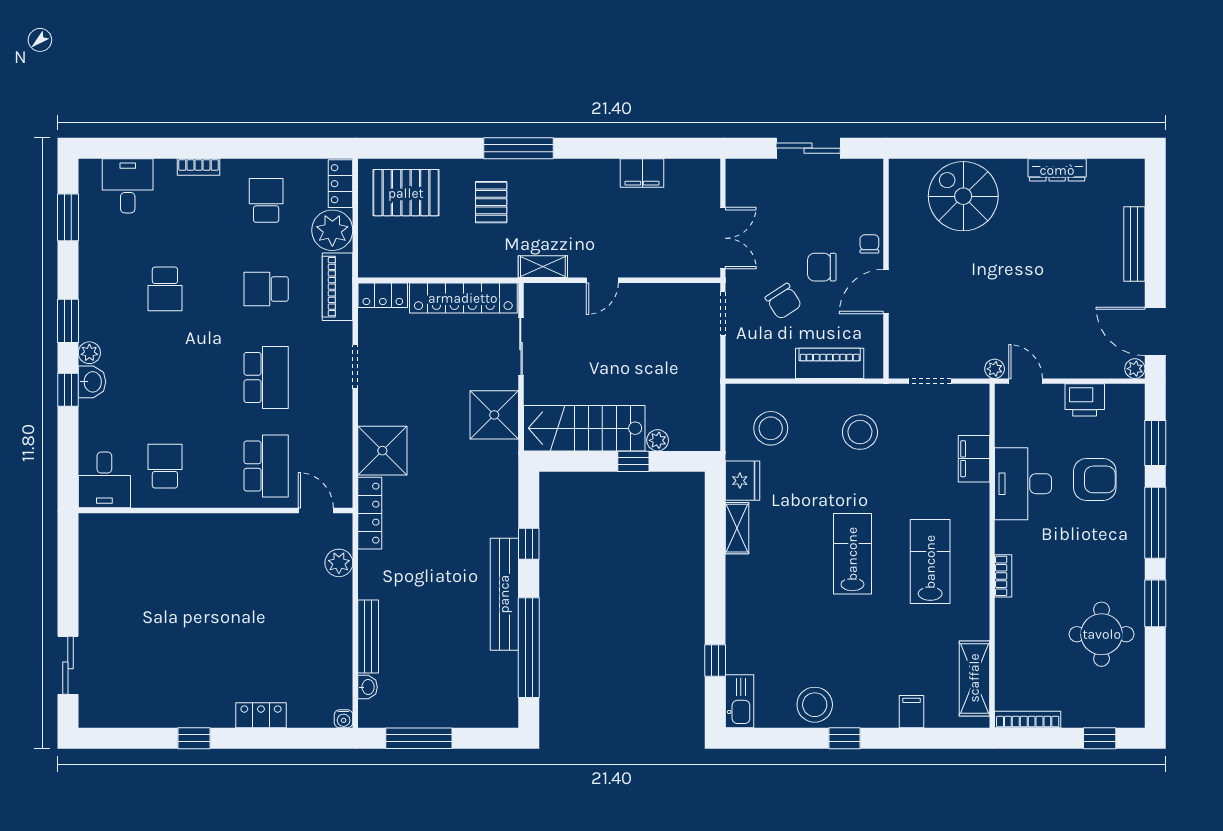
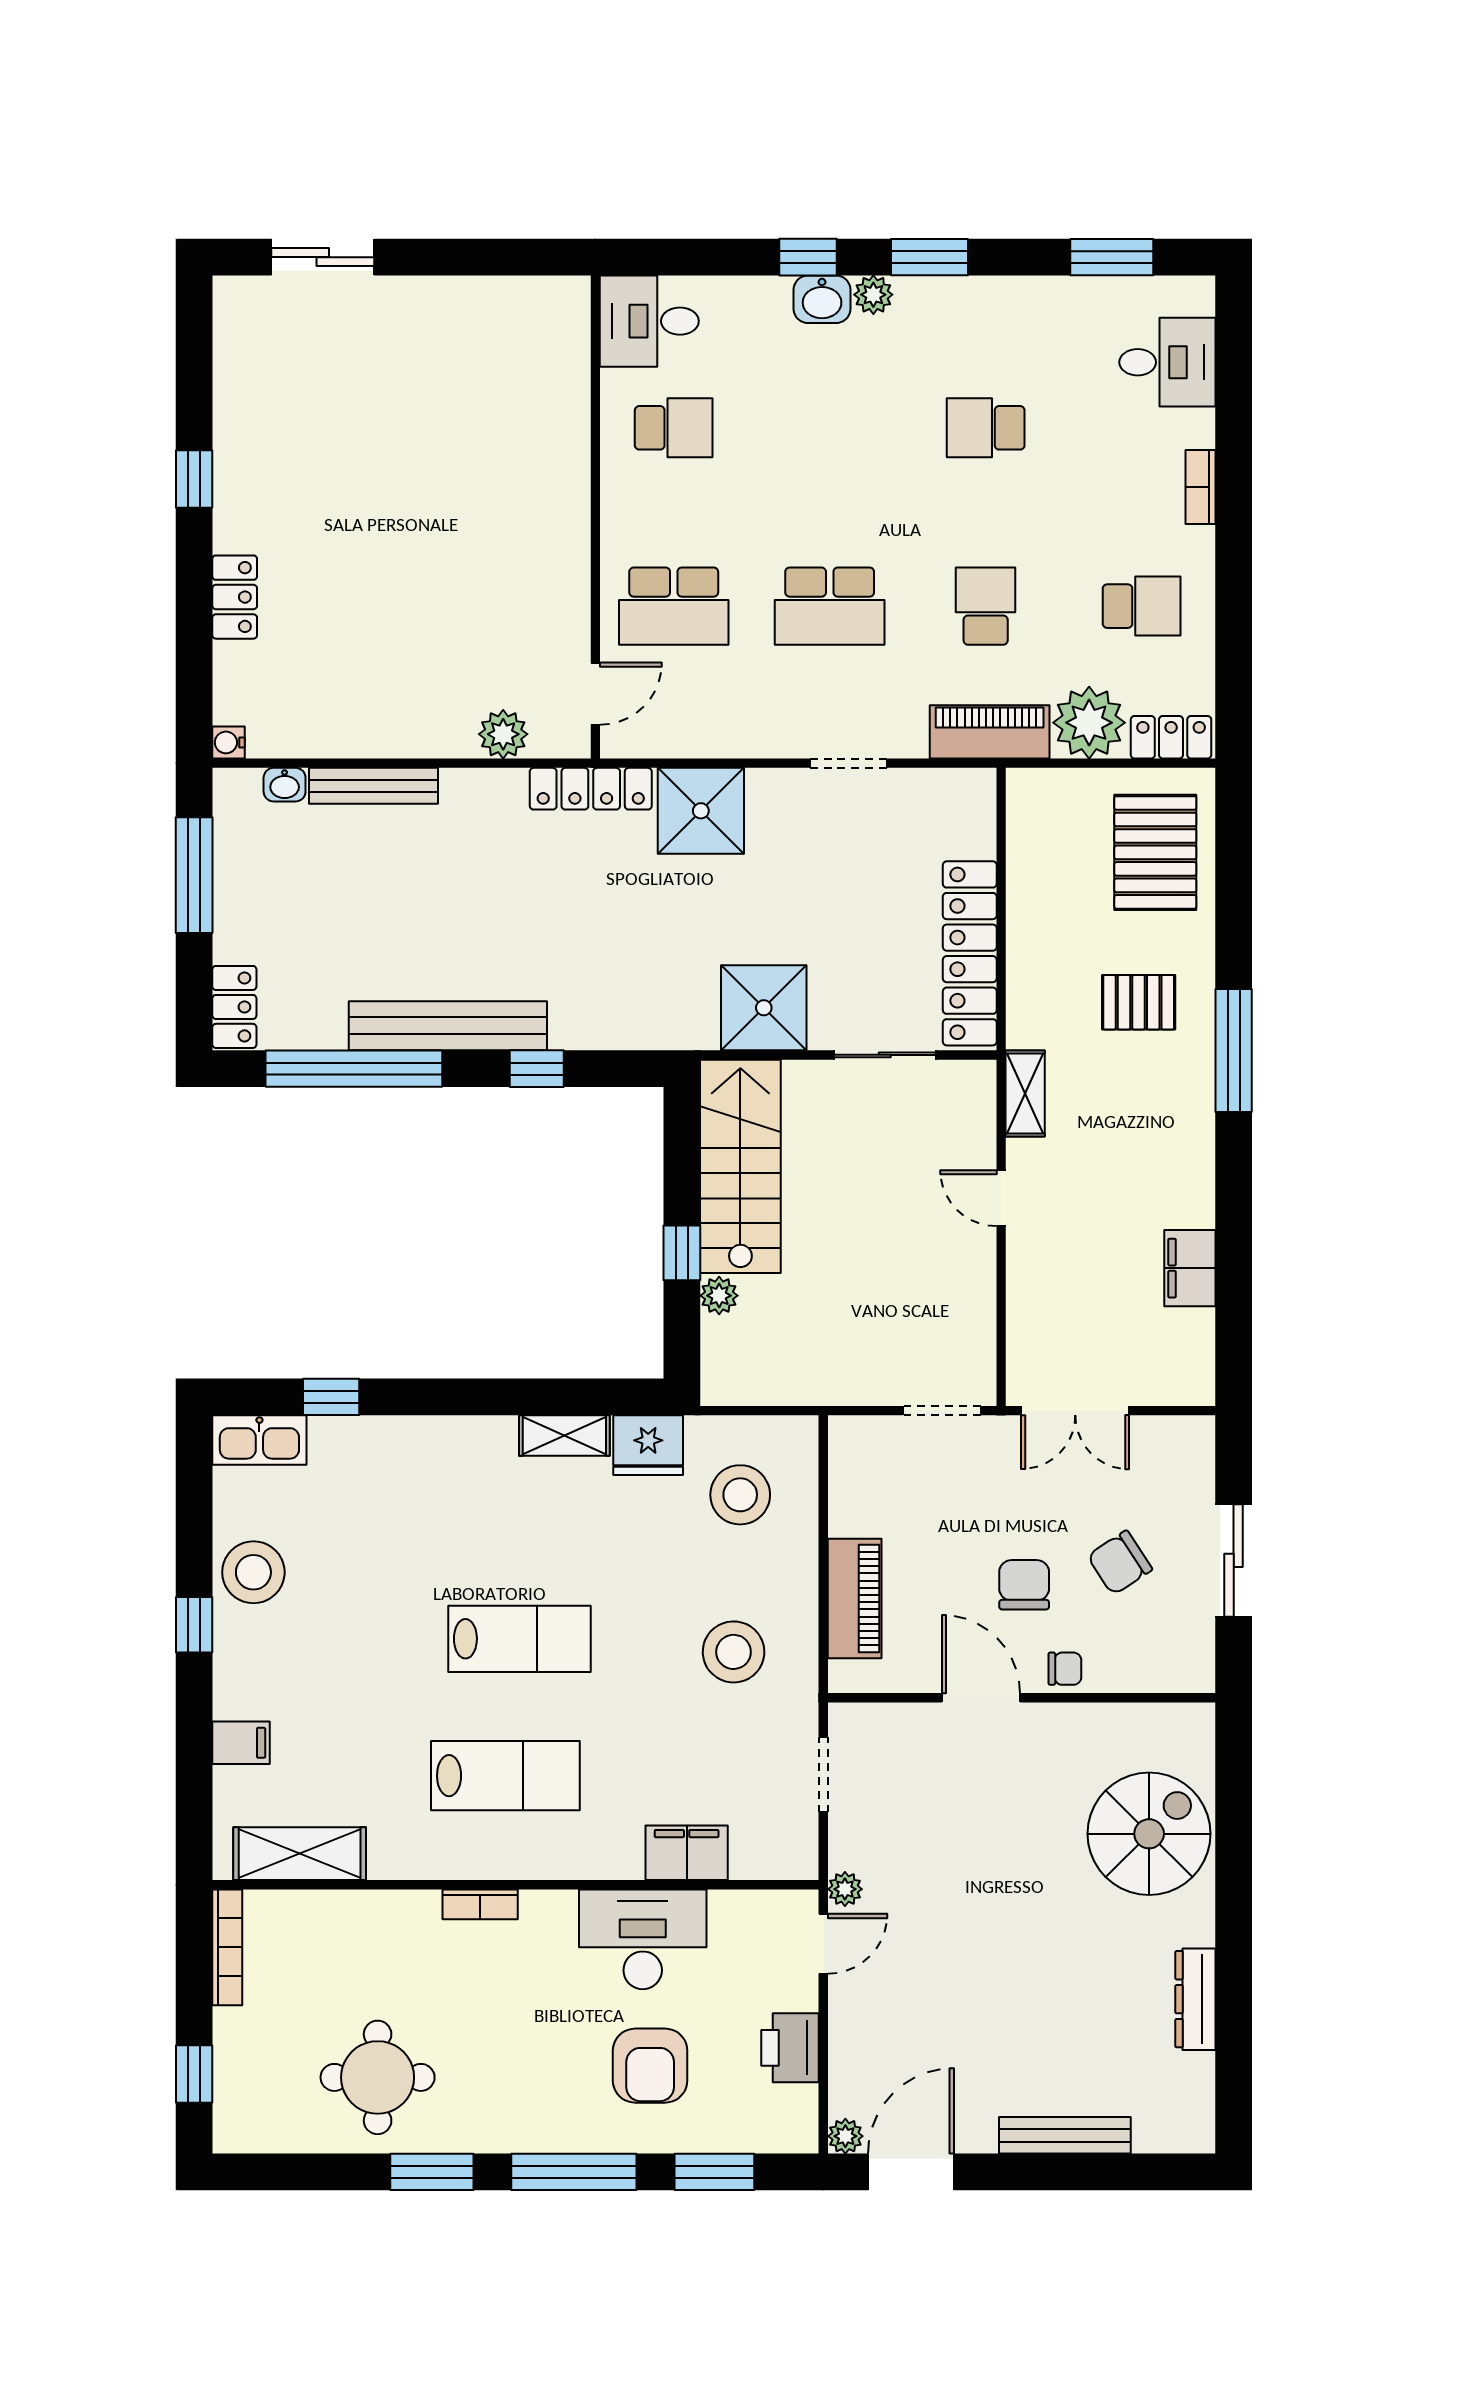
locker: (383, 295) -> (234, 1007), moved, turned 180
chair: (783, 301) -> (1120, 1563), moved

